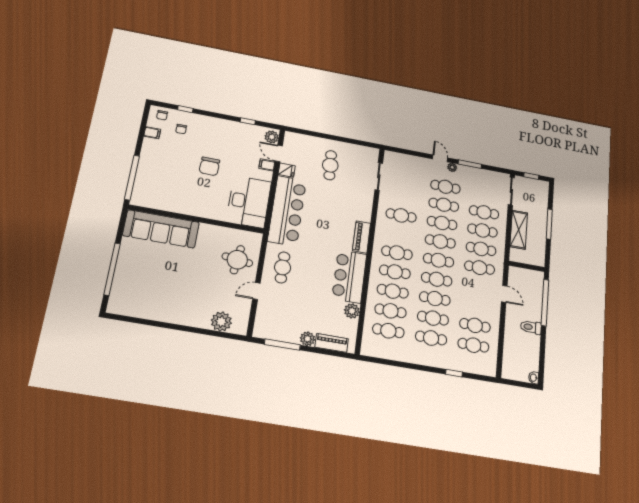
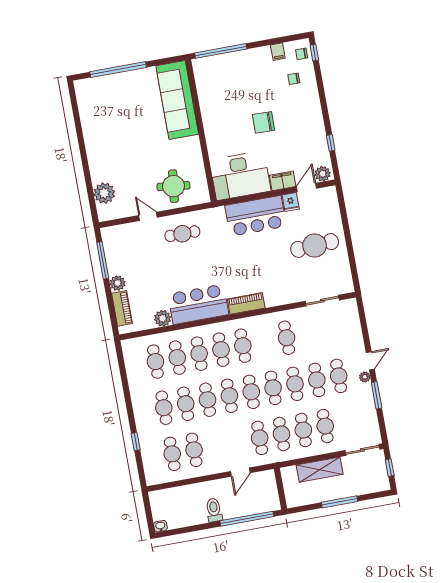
window: (185, 109) -> (314, 53), moved
filing cabinet: (267, 165) -> (283, 181), width x2.00
cafe table: (330, 165) -> (315, 245), width x1.37, depth x1.35
bar counter: (287, 211) -> (256, 216), width x0.73

